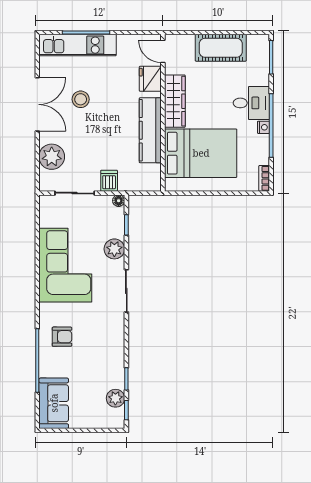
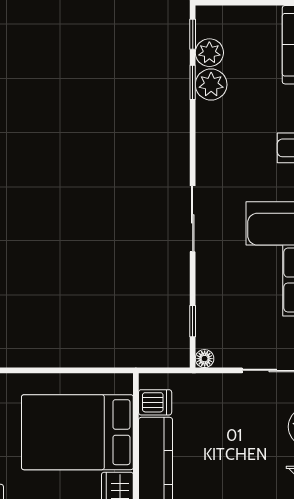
dishwasher: (109, 181) -> (155, 402), moved, turned -90
plant: (114, 249) -> (211, 85), moved

